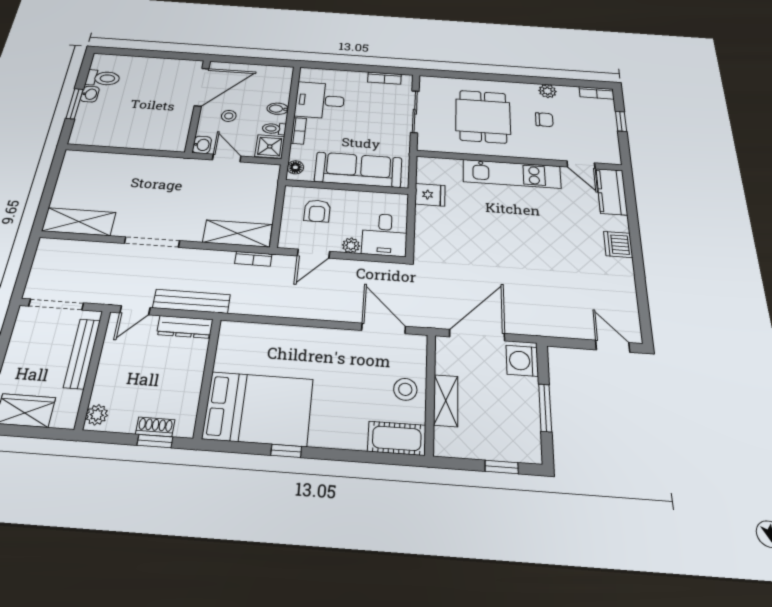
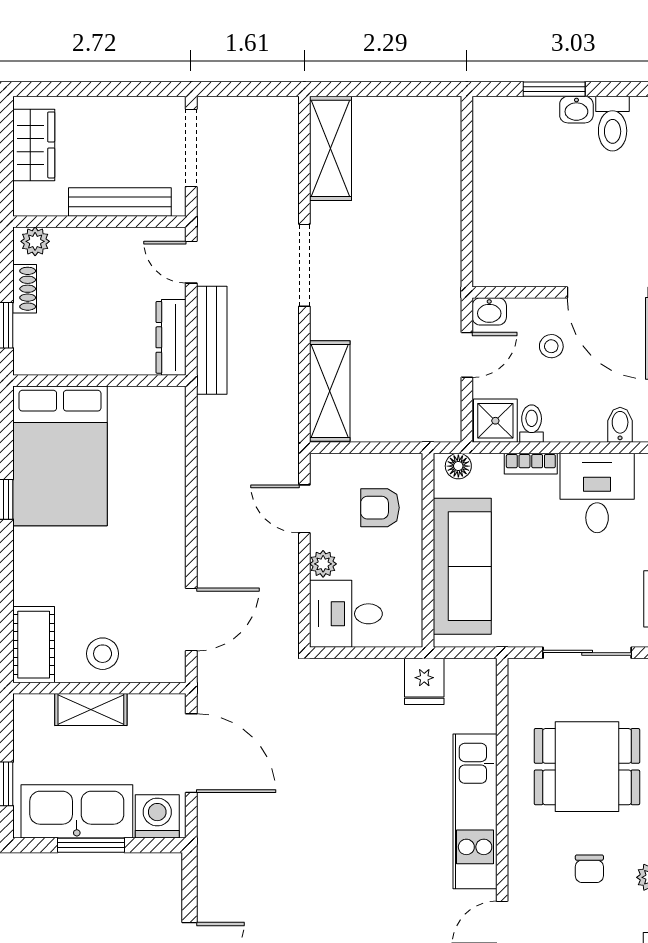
bidet: (278, 109) -> (620, 425), moved
bookcase: (253, 259) -> (288, 420), removed
kitchen sink: (521, 416) -> (77, 811), added
shoe rack: (155, 427) -> (25, 289), moved

